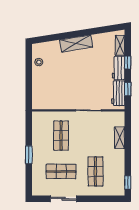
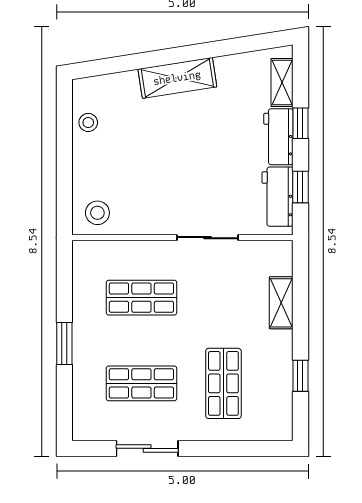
stool: (43, 100) -> (97, 213), added
shop shelf: (61, 136) -> (141, 298), turned 90
window: (128, 182) -> (300, 376), moved

